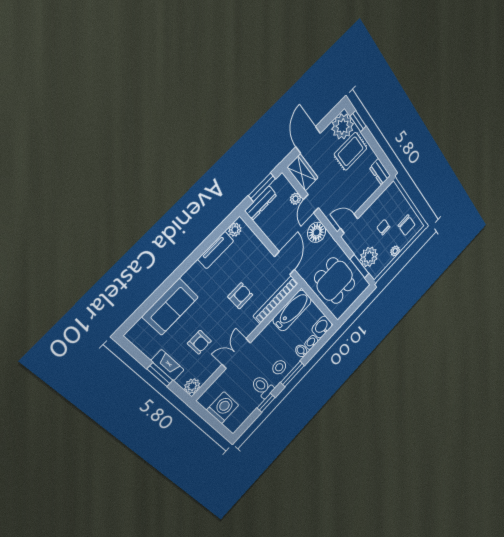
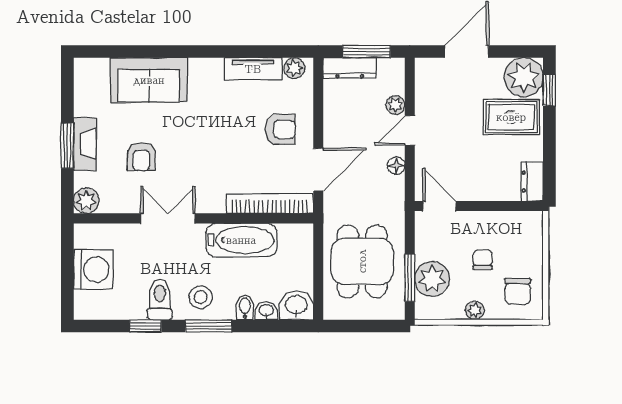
wardrobe: (303, 173) -> (429, 83), removed
floor lamp: (317, 232) -> (396, 166), width x0.53, depth x0.53
armchair: (240, 296) -> (280, 129), moved
bathtub: (292, 310) -> (241, 240), moved

